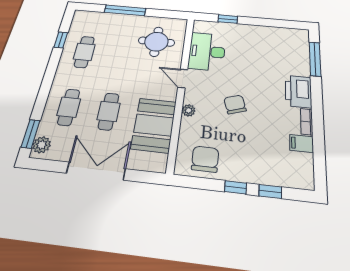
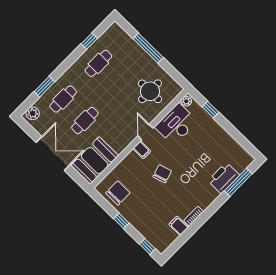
printer: (298, 91) -> (224, 178), moved
filing cabinet: (193, 97) -> (142, 150), added
plant: (189, 110) -> (186, 101), moved
booth: (154, 125) -> (95, 161), moved
window: (31, 134) -> (44, 87), moved
window: (270, 191) -> (147, 246), moved

